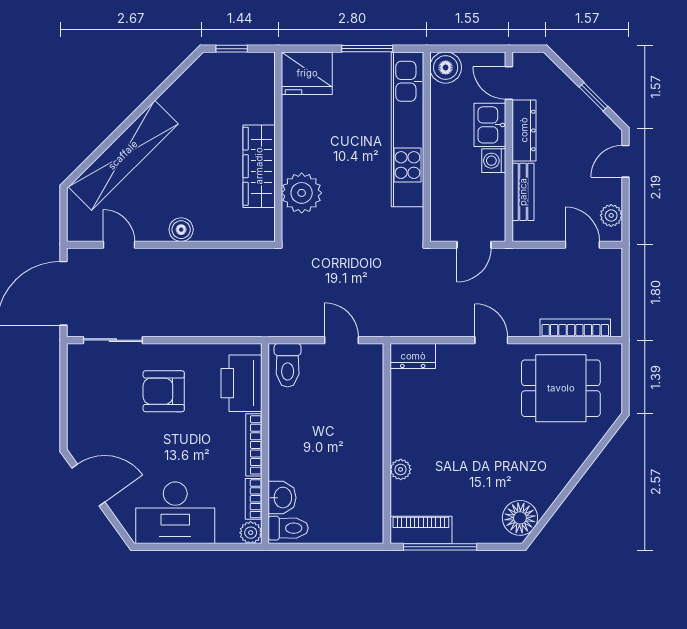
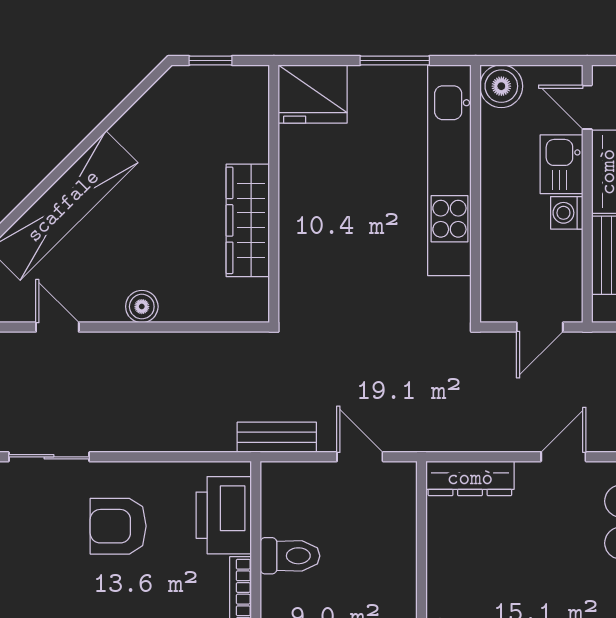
plant: (302, 193) -> (306, 257), removed
bench: (280, 326) -> (277, 437), added
door: (491, 340) -> (563, 457), hinge flipped
dresser: (413, 356) -> (470, 478), width x1.44
toilet: (288, 365) -> (290, 556), moved, turned -90

